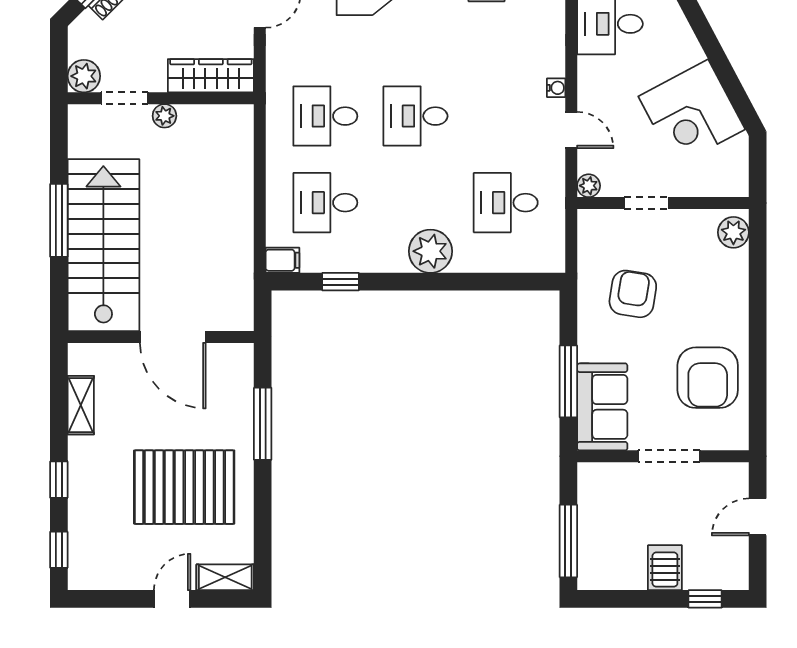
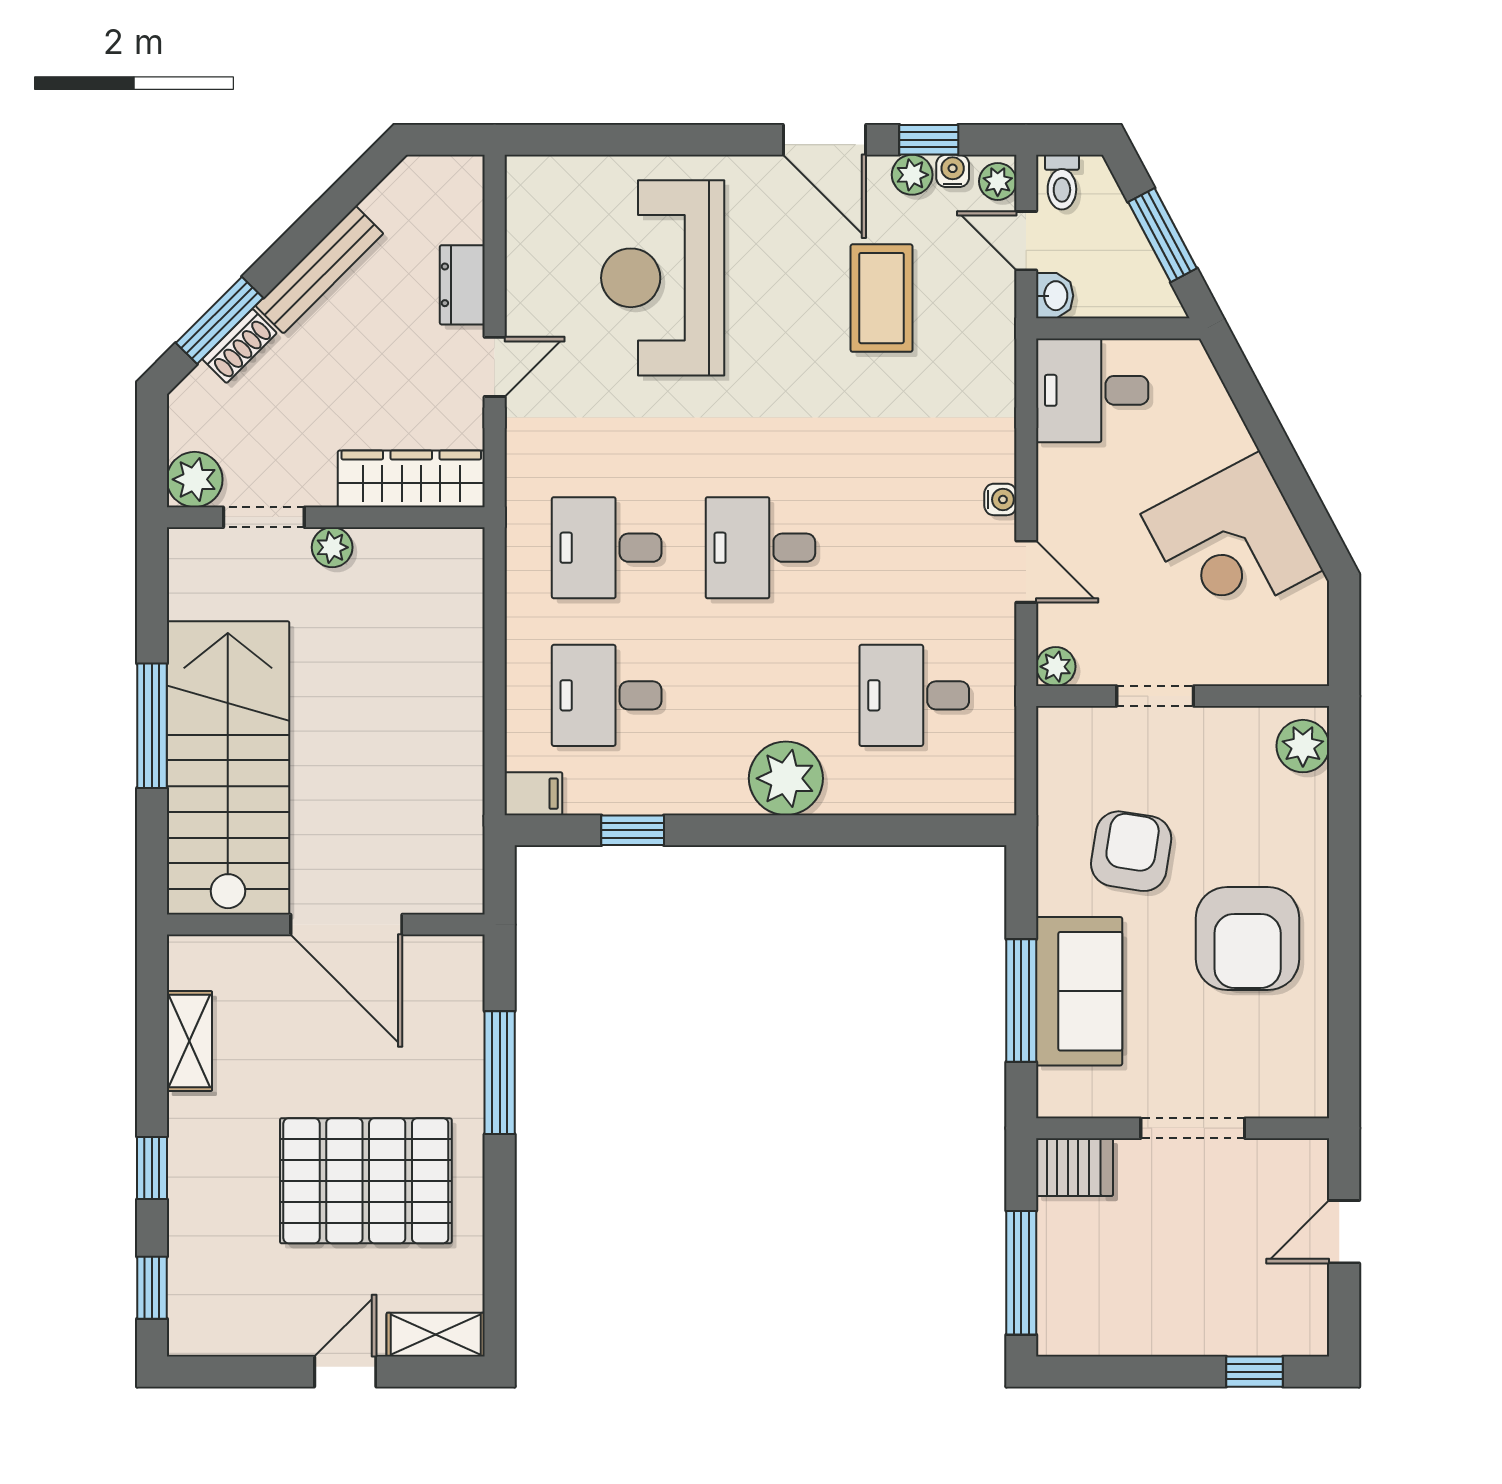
armchair: (708, 378) -> (1248, 939), moved
sofa: (602, 407) -> (1079, 991), moved
server rack: (665, 568) -> (1075, 1167), moved, turned 90

